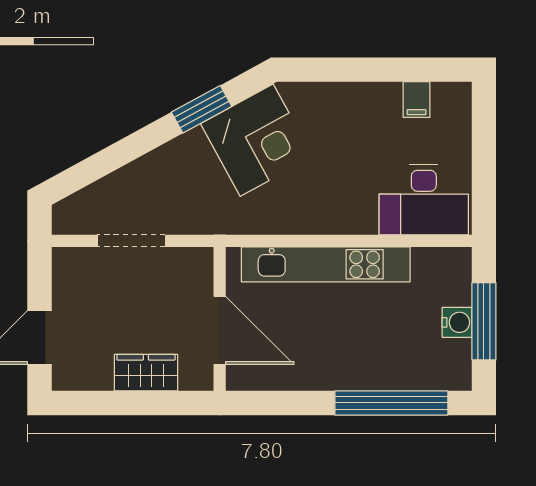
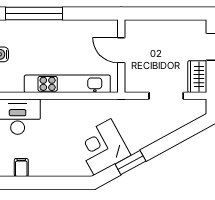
door: (220, 330) -> (121, 50), width x0.73
wardrobe: (146, 373) -> (197, 77), moved, turned 90

